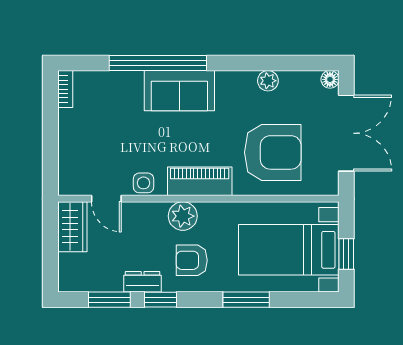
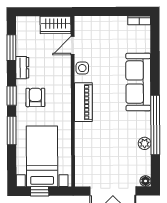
window: (158, 63) -> (155, 125), moved
sofa: (179, 91) -> (138, 82), width x1.36
armchair: (273, 152) -> (101, 146), removed
plant: (183, 216) -> (62, 92), removed
window: (160, 300) -> (12, 96), moved

